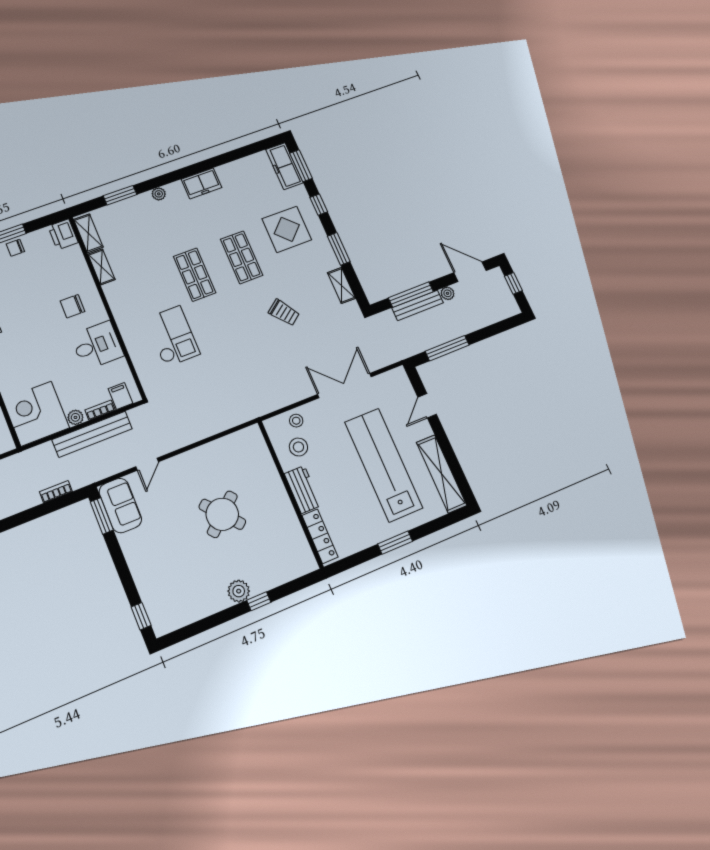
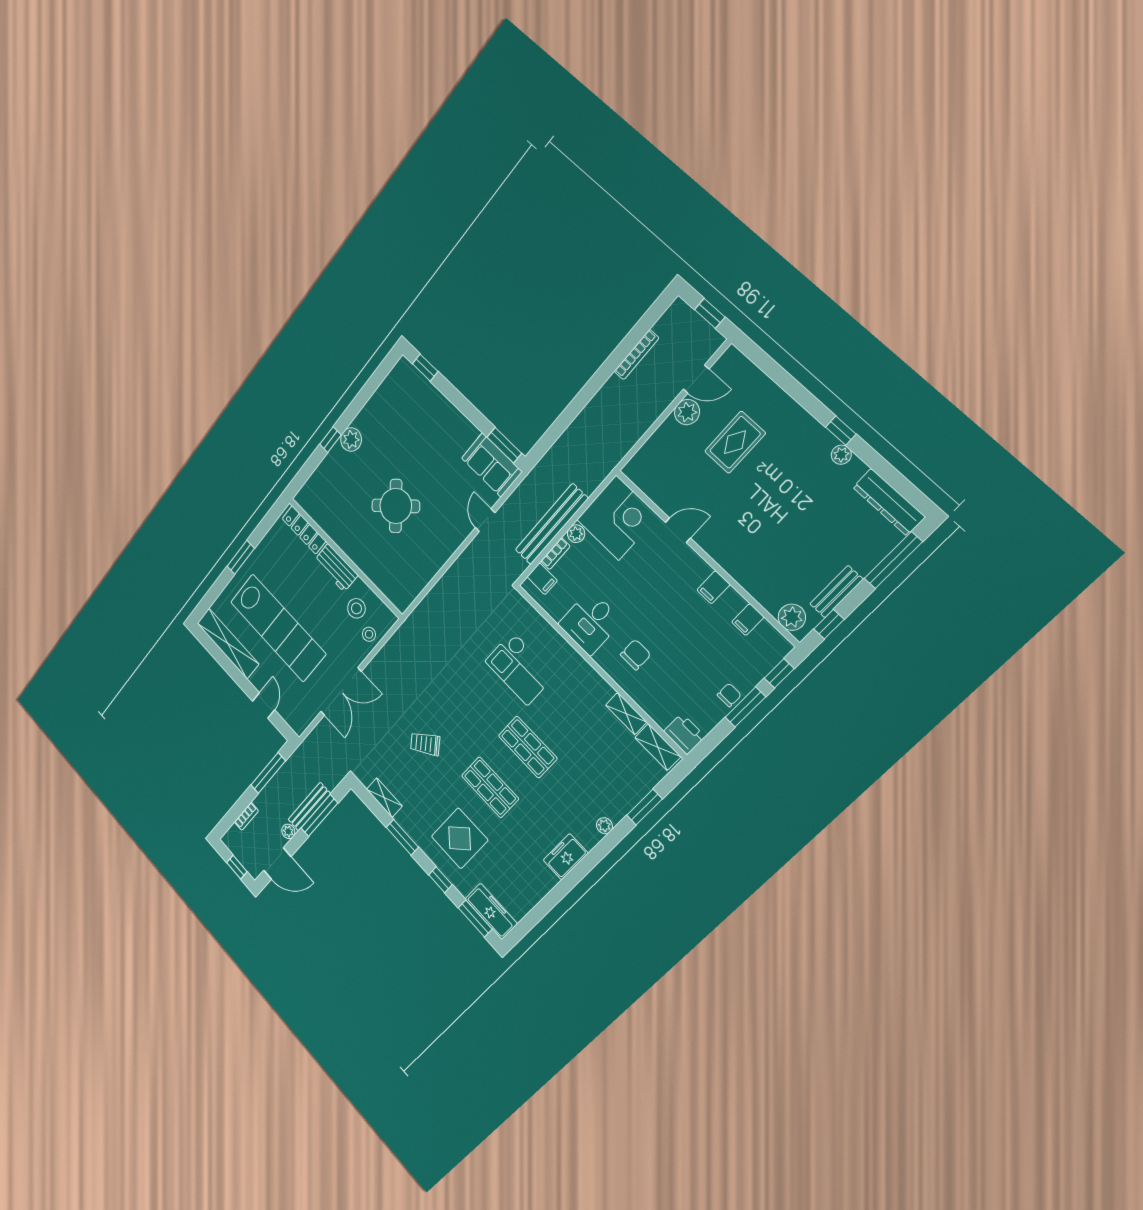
bookcase: (56, 492) -> (246, 816), moved

